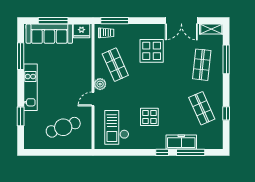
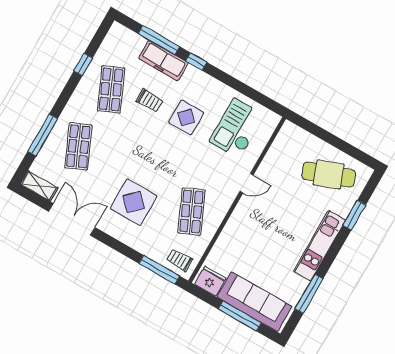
shop shelf: (202, 65) -> (78, 146), turned -30
plant: (100, 84) -> (226, 197), removed
trolley: (176, 114) -> (149, 101), added
cafe table: (63, 127) -> (329, 175), moved
checkout: (117, 127) -> (237, 128), turned 180

